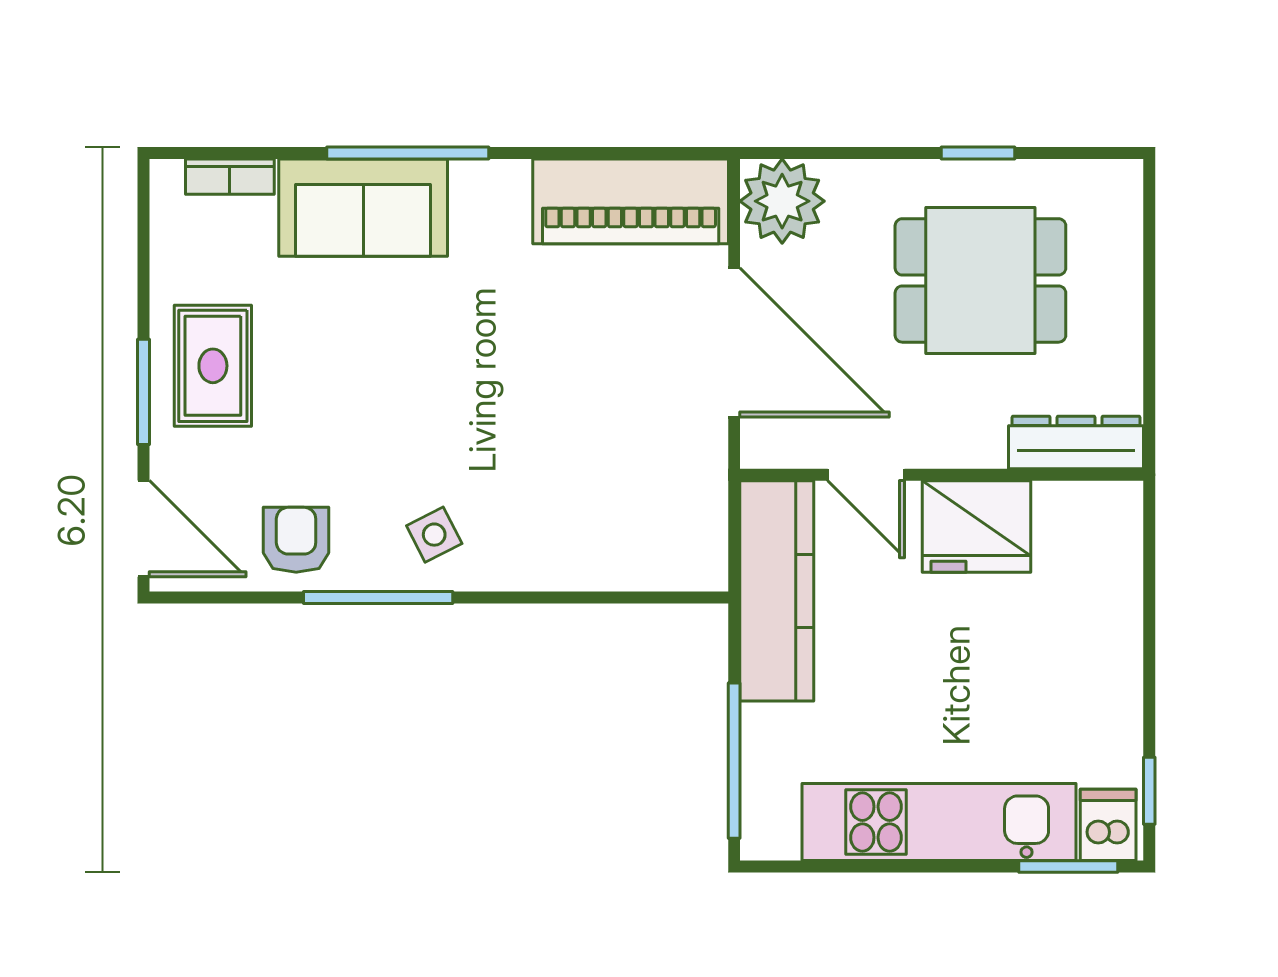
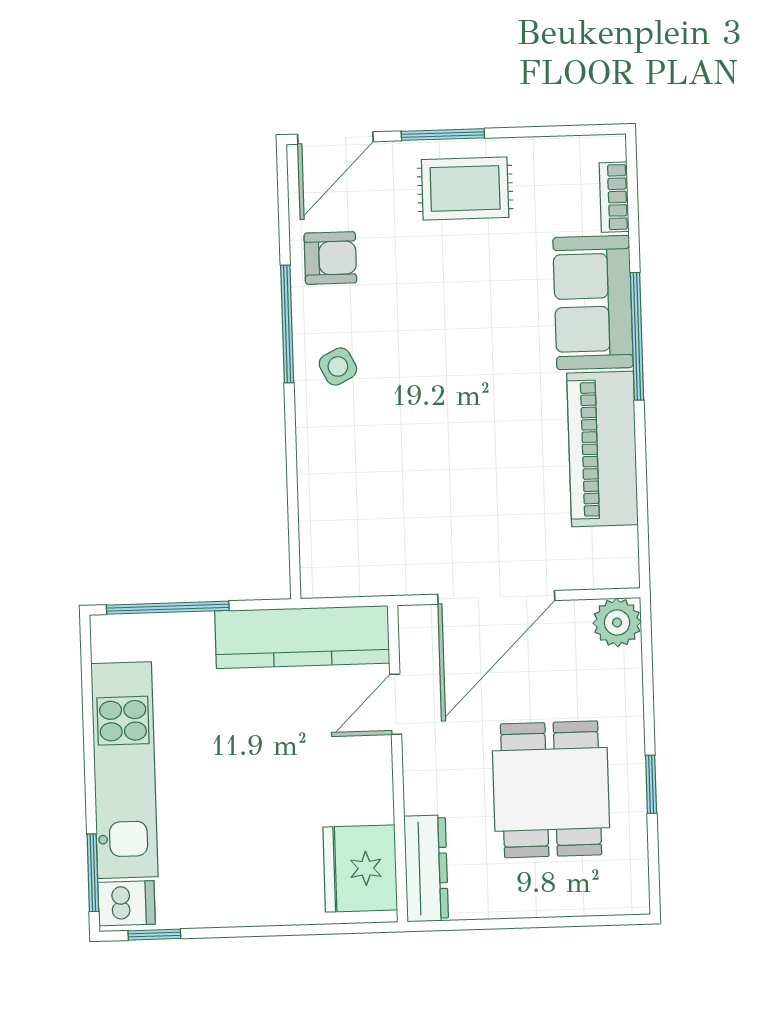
piano: (631, 201) -> (603, 449), moved
plant: (782, 201) -> (617, 622), width x0.73, depth x0.73
fridge: (977, 526) -> (360, 868), moved

